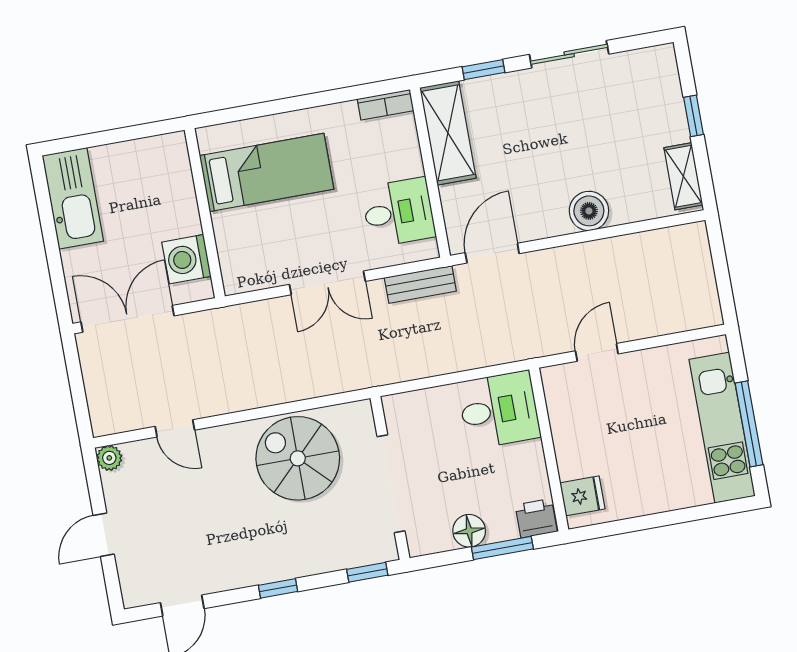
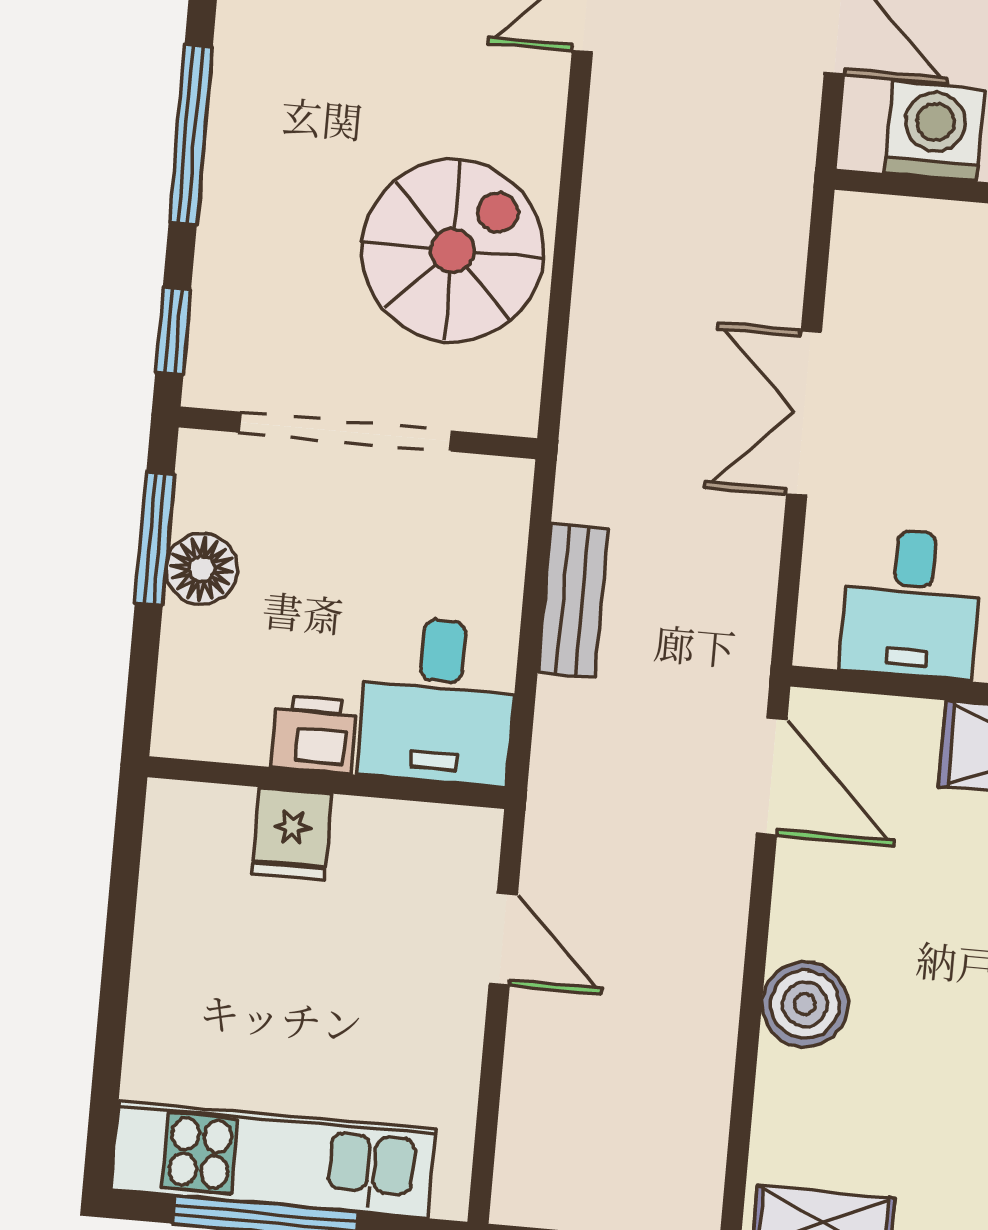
bench: (420, 284) -> (573, 600), moved
fridge: (582, 496) -> (292, 834), moved
printer: (536, 518) -> (314, 734), moved, turned -90
window: (502, 548) -> (155, 539), moved
window: (278, 588) -> (191, 134), width x2.17

